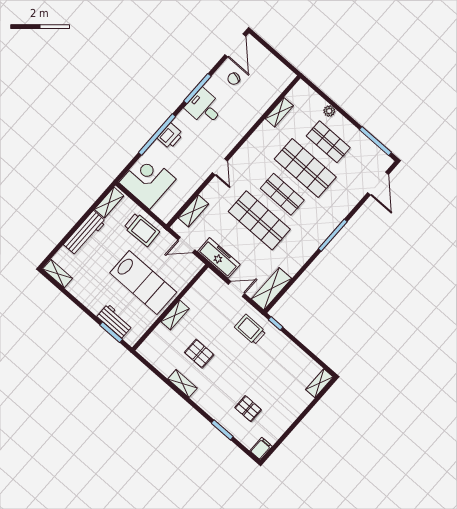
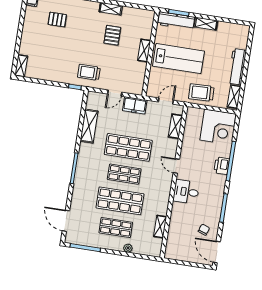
desk: (204, 107) -> (186, 192), moved, turned 180
freezer: (219, 258) -> (135, 105), width x0.71
shelving: (58, 274) -> (206, 24), moved
lab bench: (143, 282) -> (178, 59), turned 180
shelving: (271, 289) -> (89, 126), moved
workbench: (115, 321) -> (176, 21), width x1.38
trolley: (250, 329) -> (89, 72), turned 180
pallet: (199, 354) -> (112, 35), turned 90

